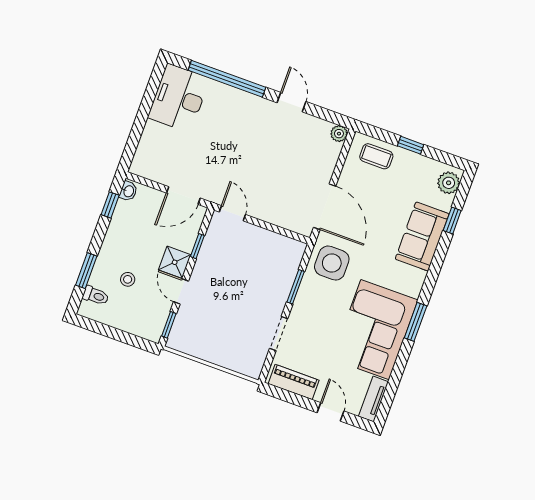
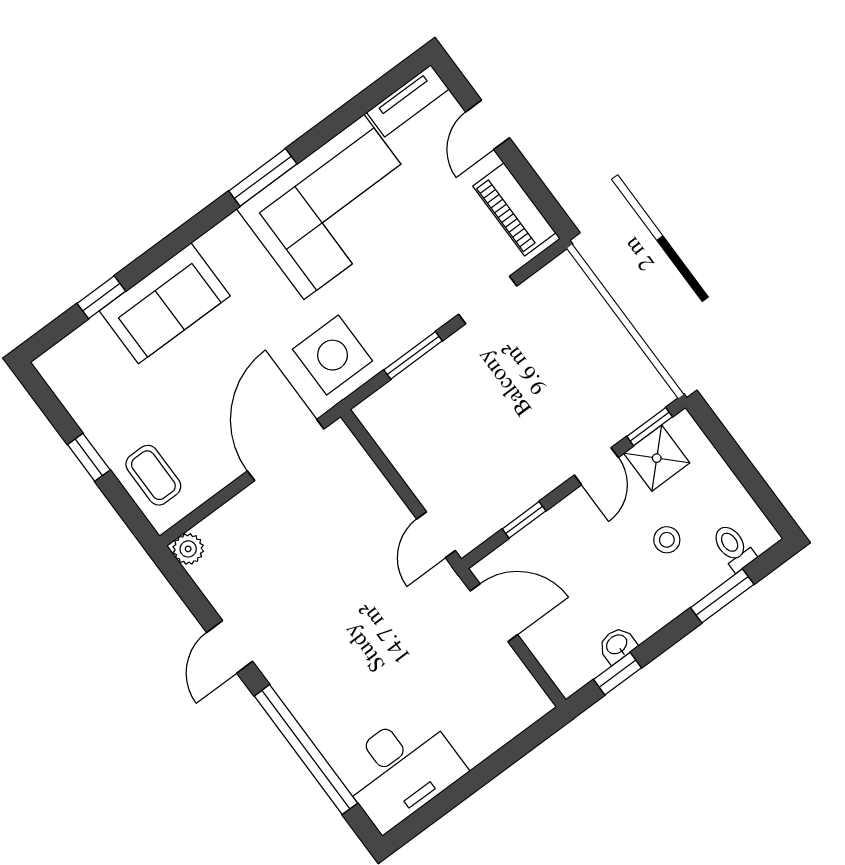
plant: (449, 183) -> (68, 360), removed
washbasin: (128, 191) -> (617, 645), moved
shower: (175, 262) -> (657, 458), moved

